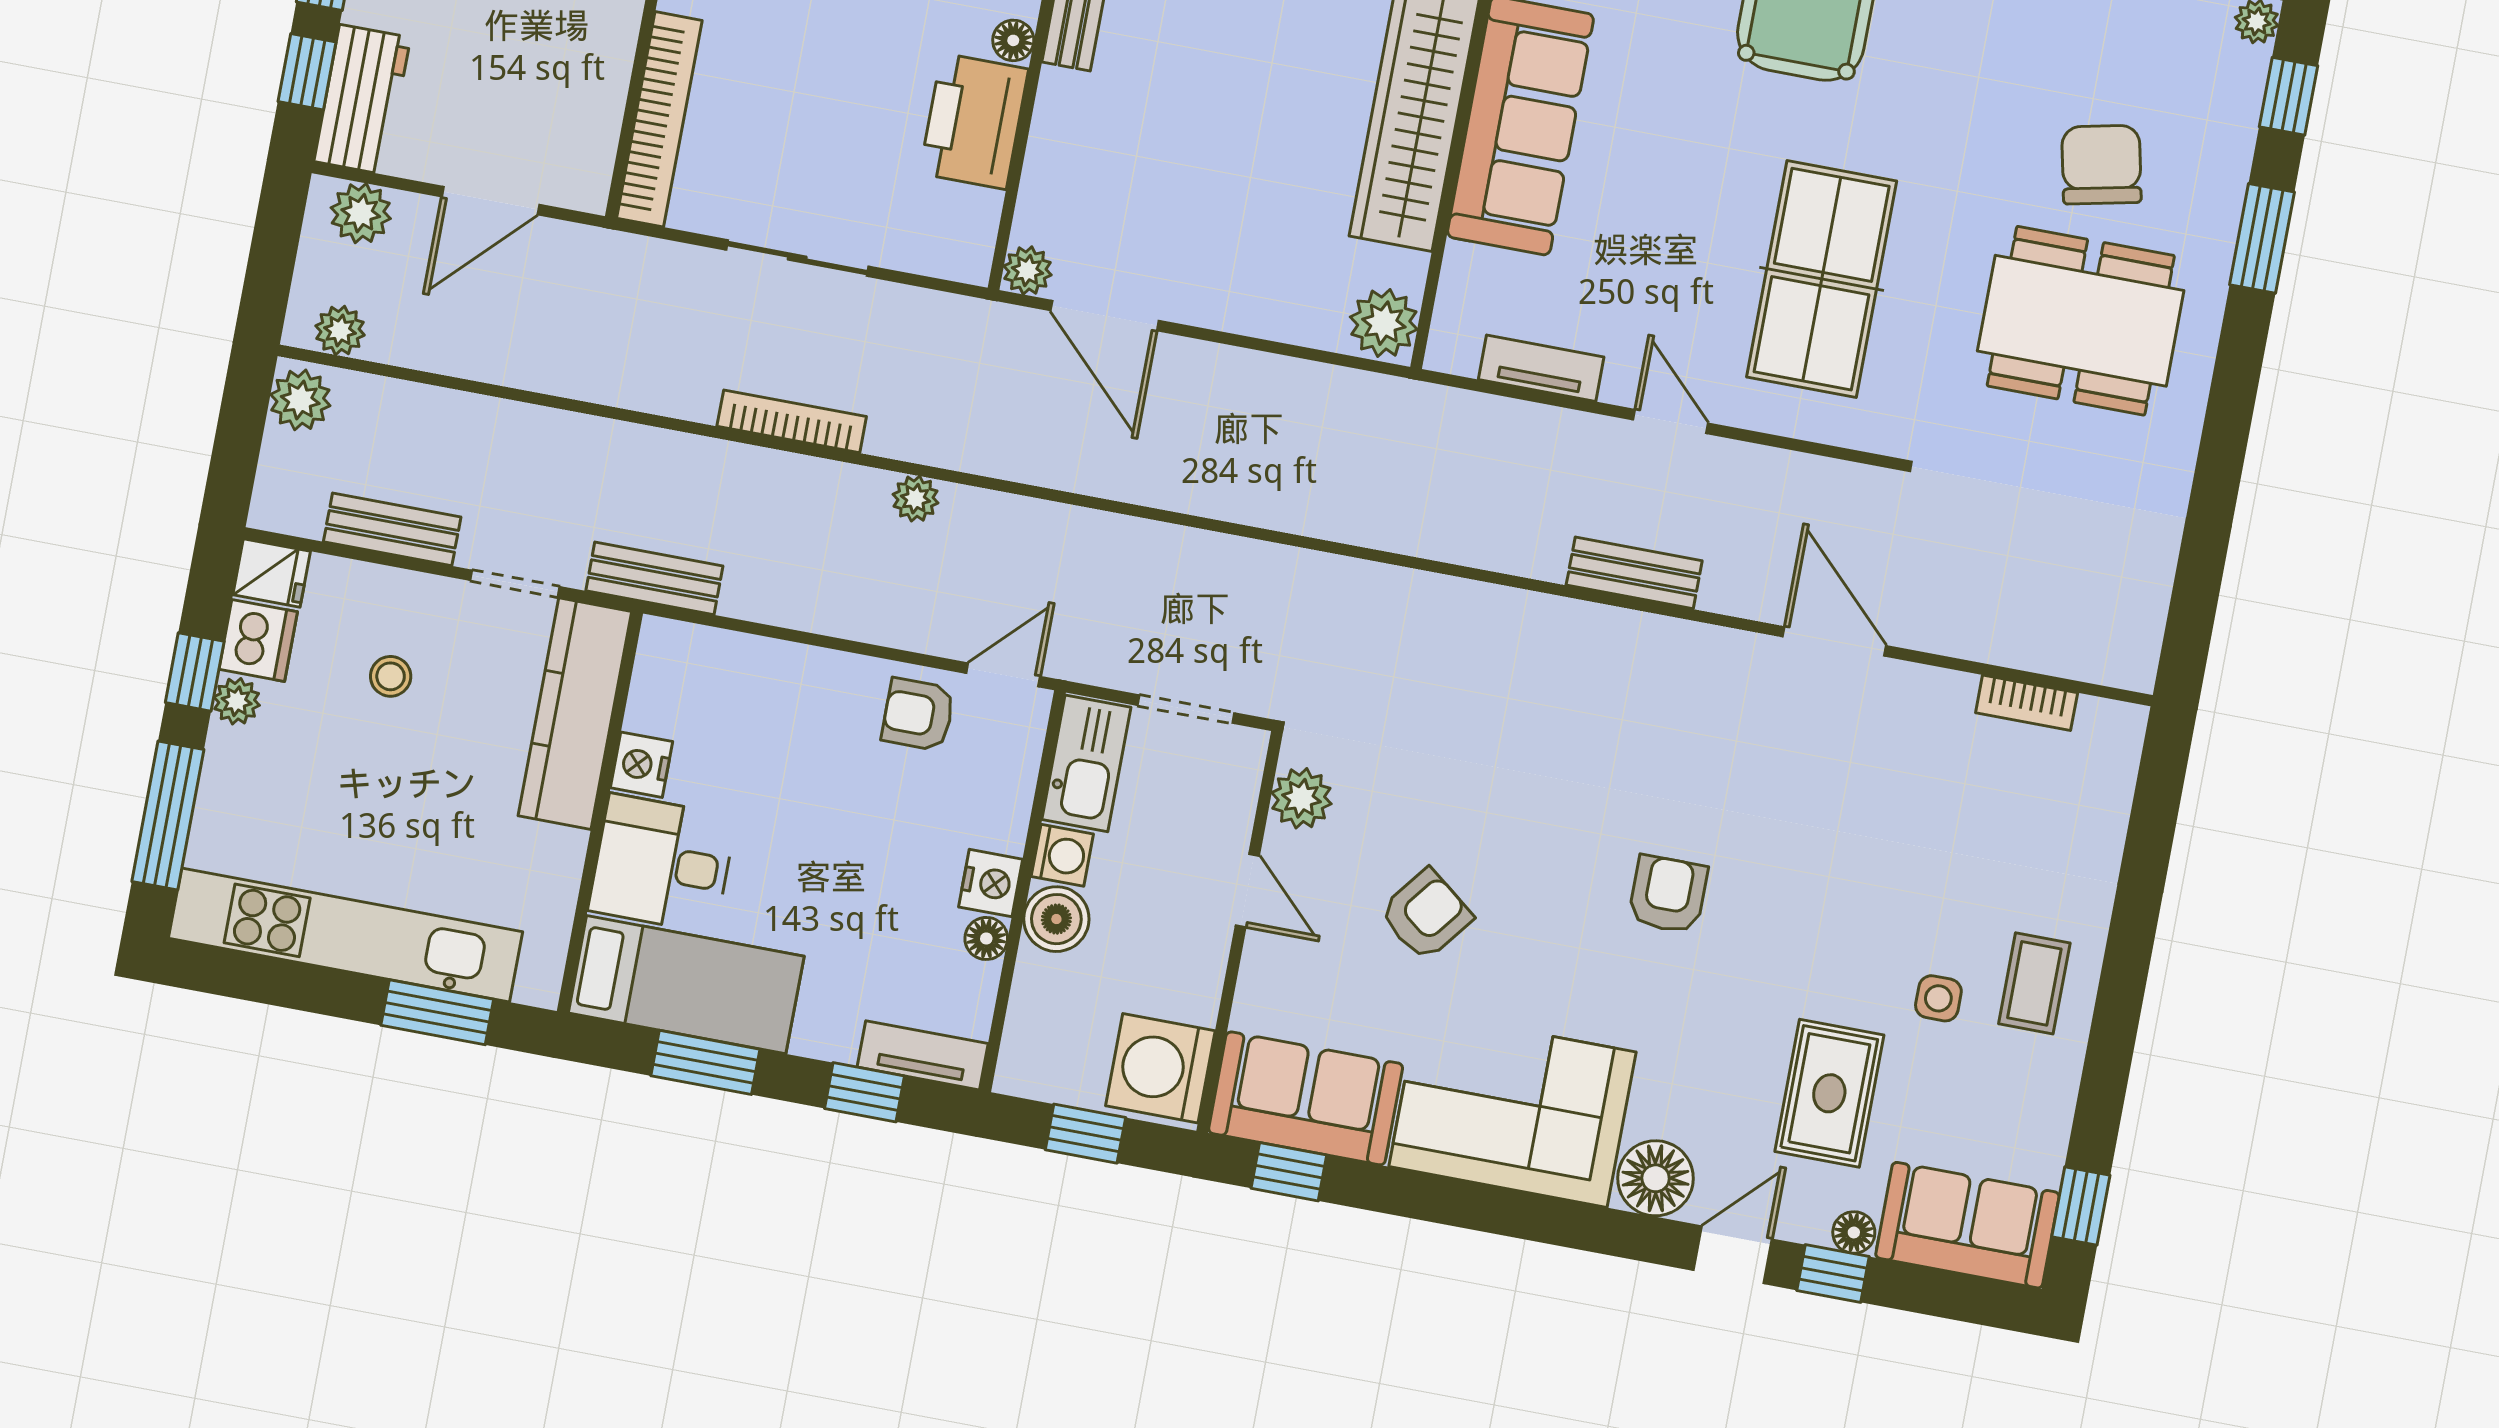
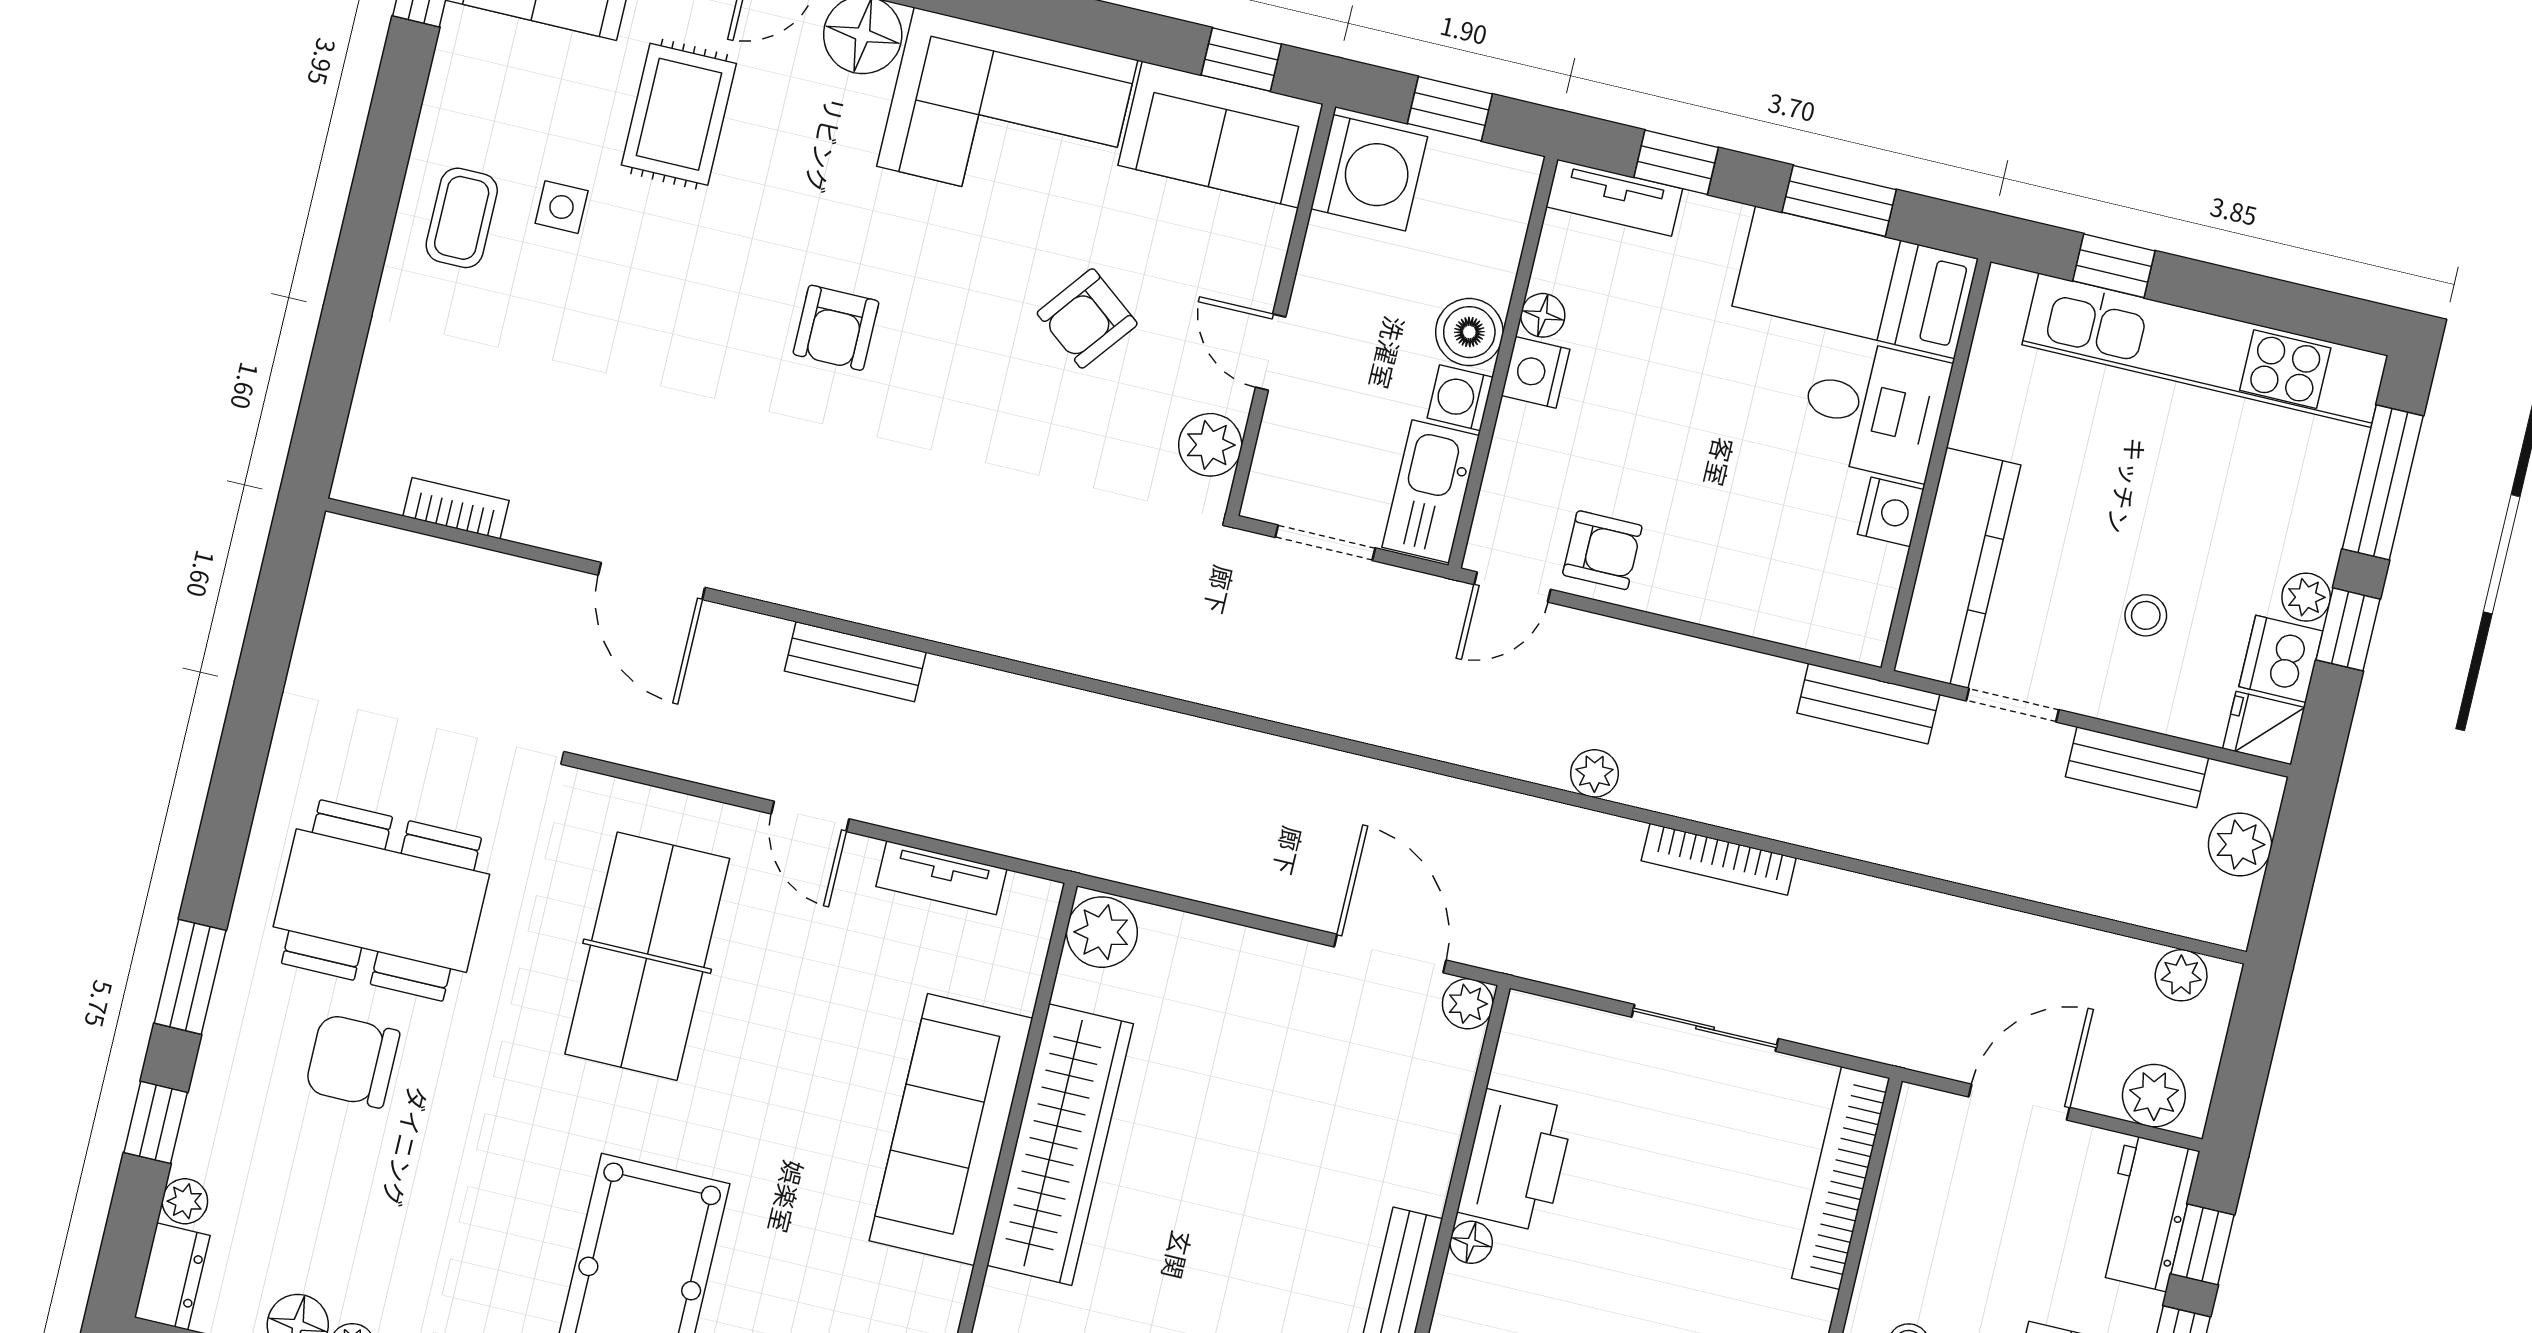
chair: (2101, 165) -> (352, 1061), turned 102
plant: (300, 400) -> (2240, 844), moved
window: (437, 1012) -> (2114, 266), width x0.67

